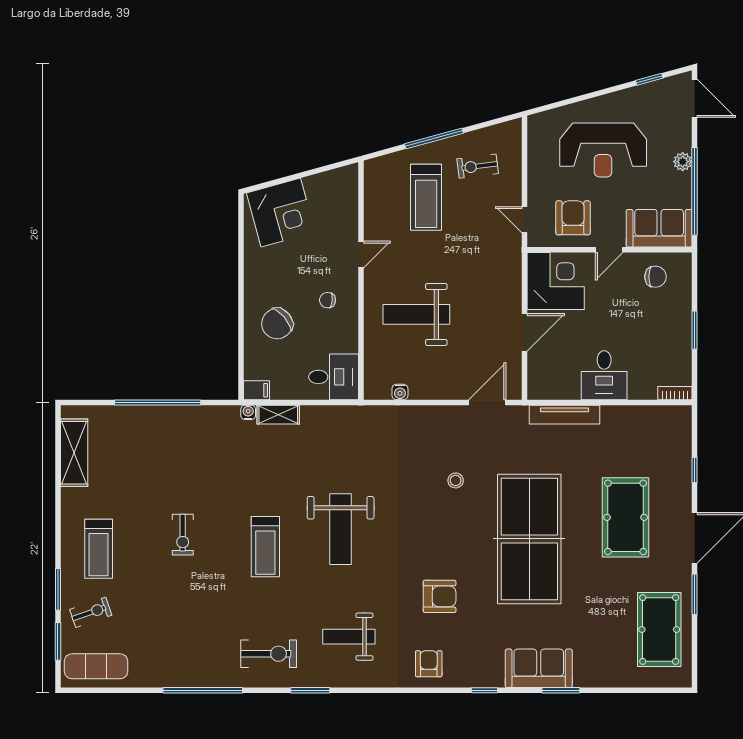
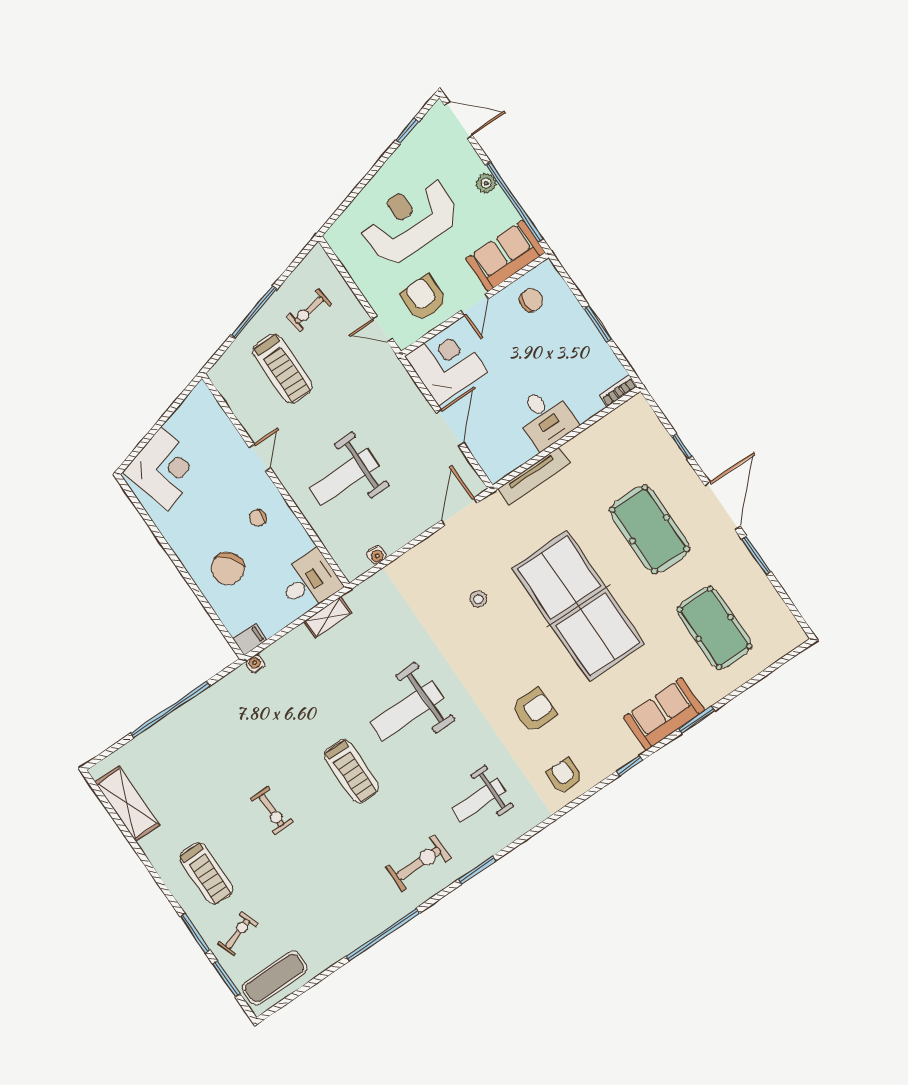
reception desk: (603, 150) -> (409, 221), turned 180
shelving: (278, 415) -> (328, 617), moved
weight bench: (341, 529) -> (407, 711), turned 90
pool table: (659, 630) -> (714, 628), moved

